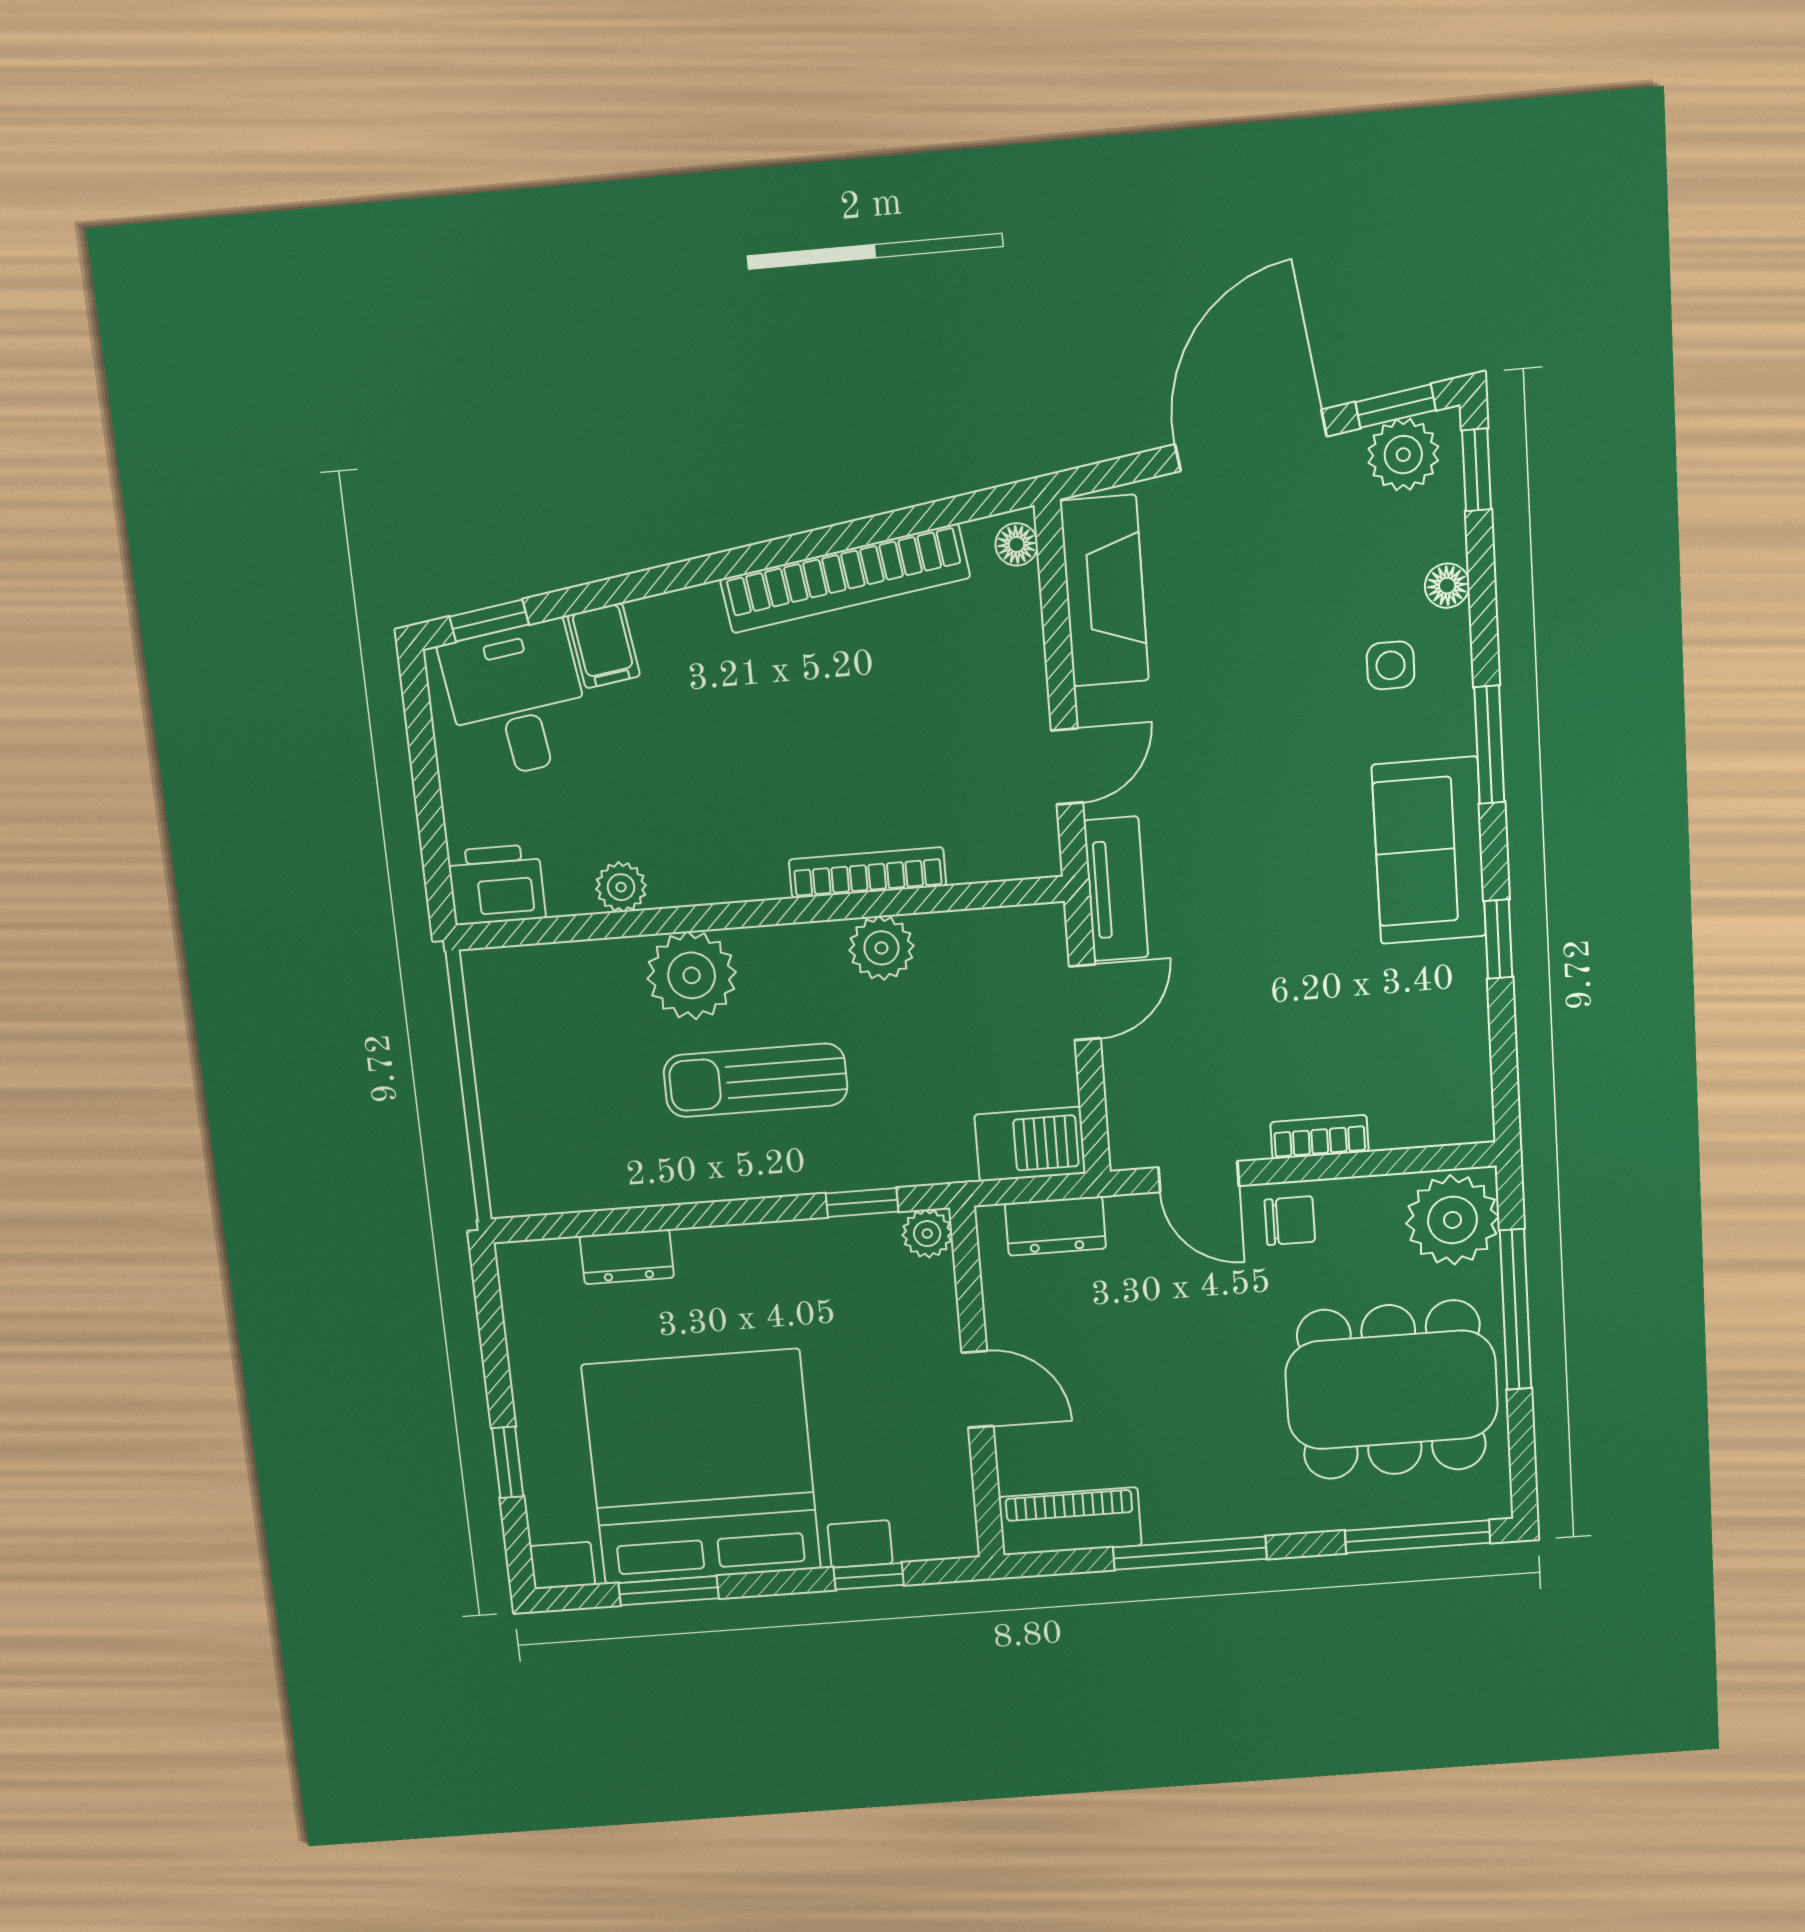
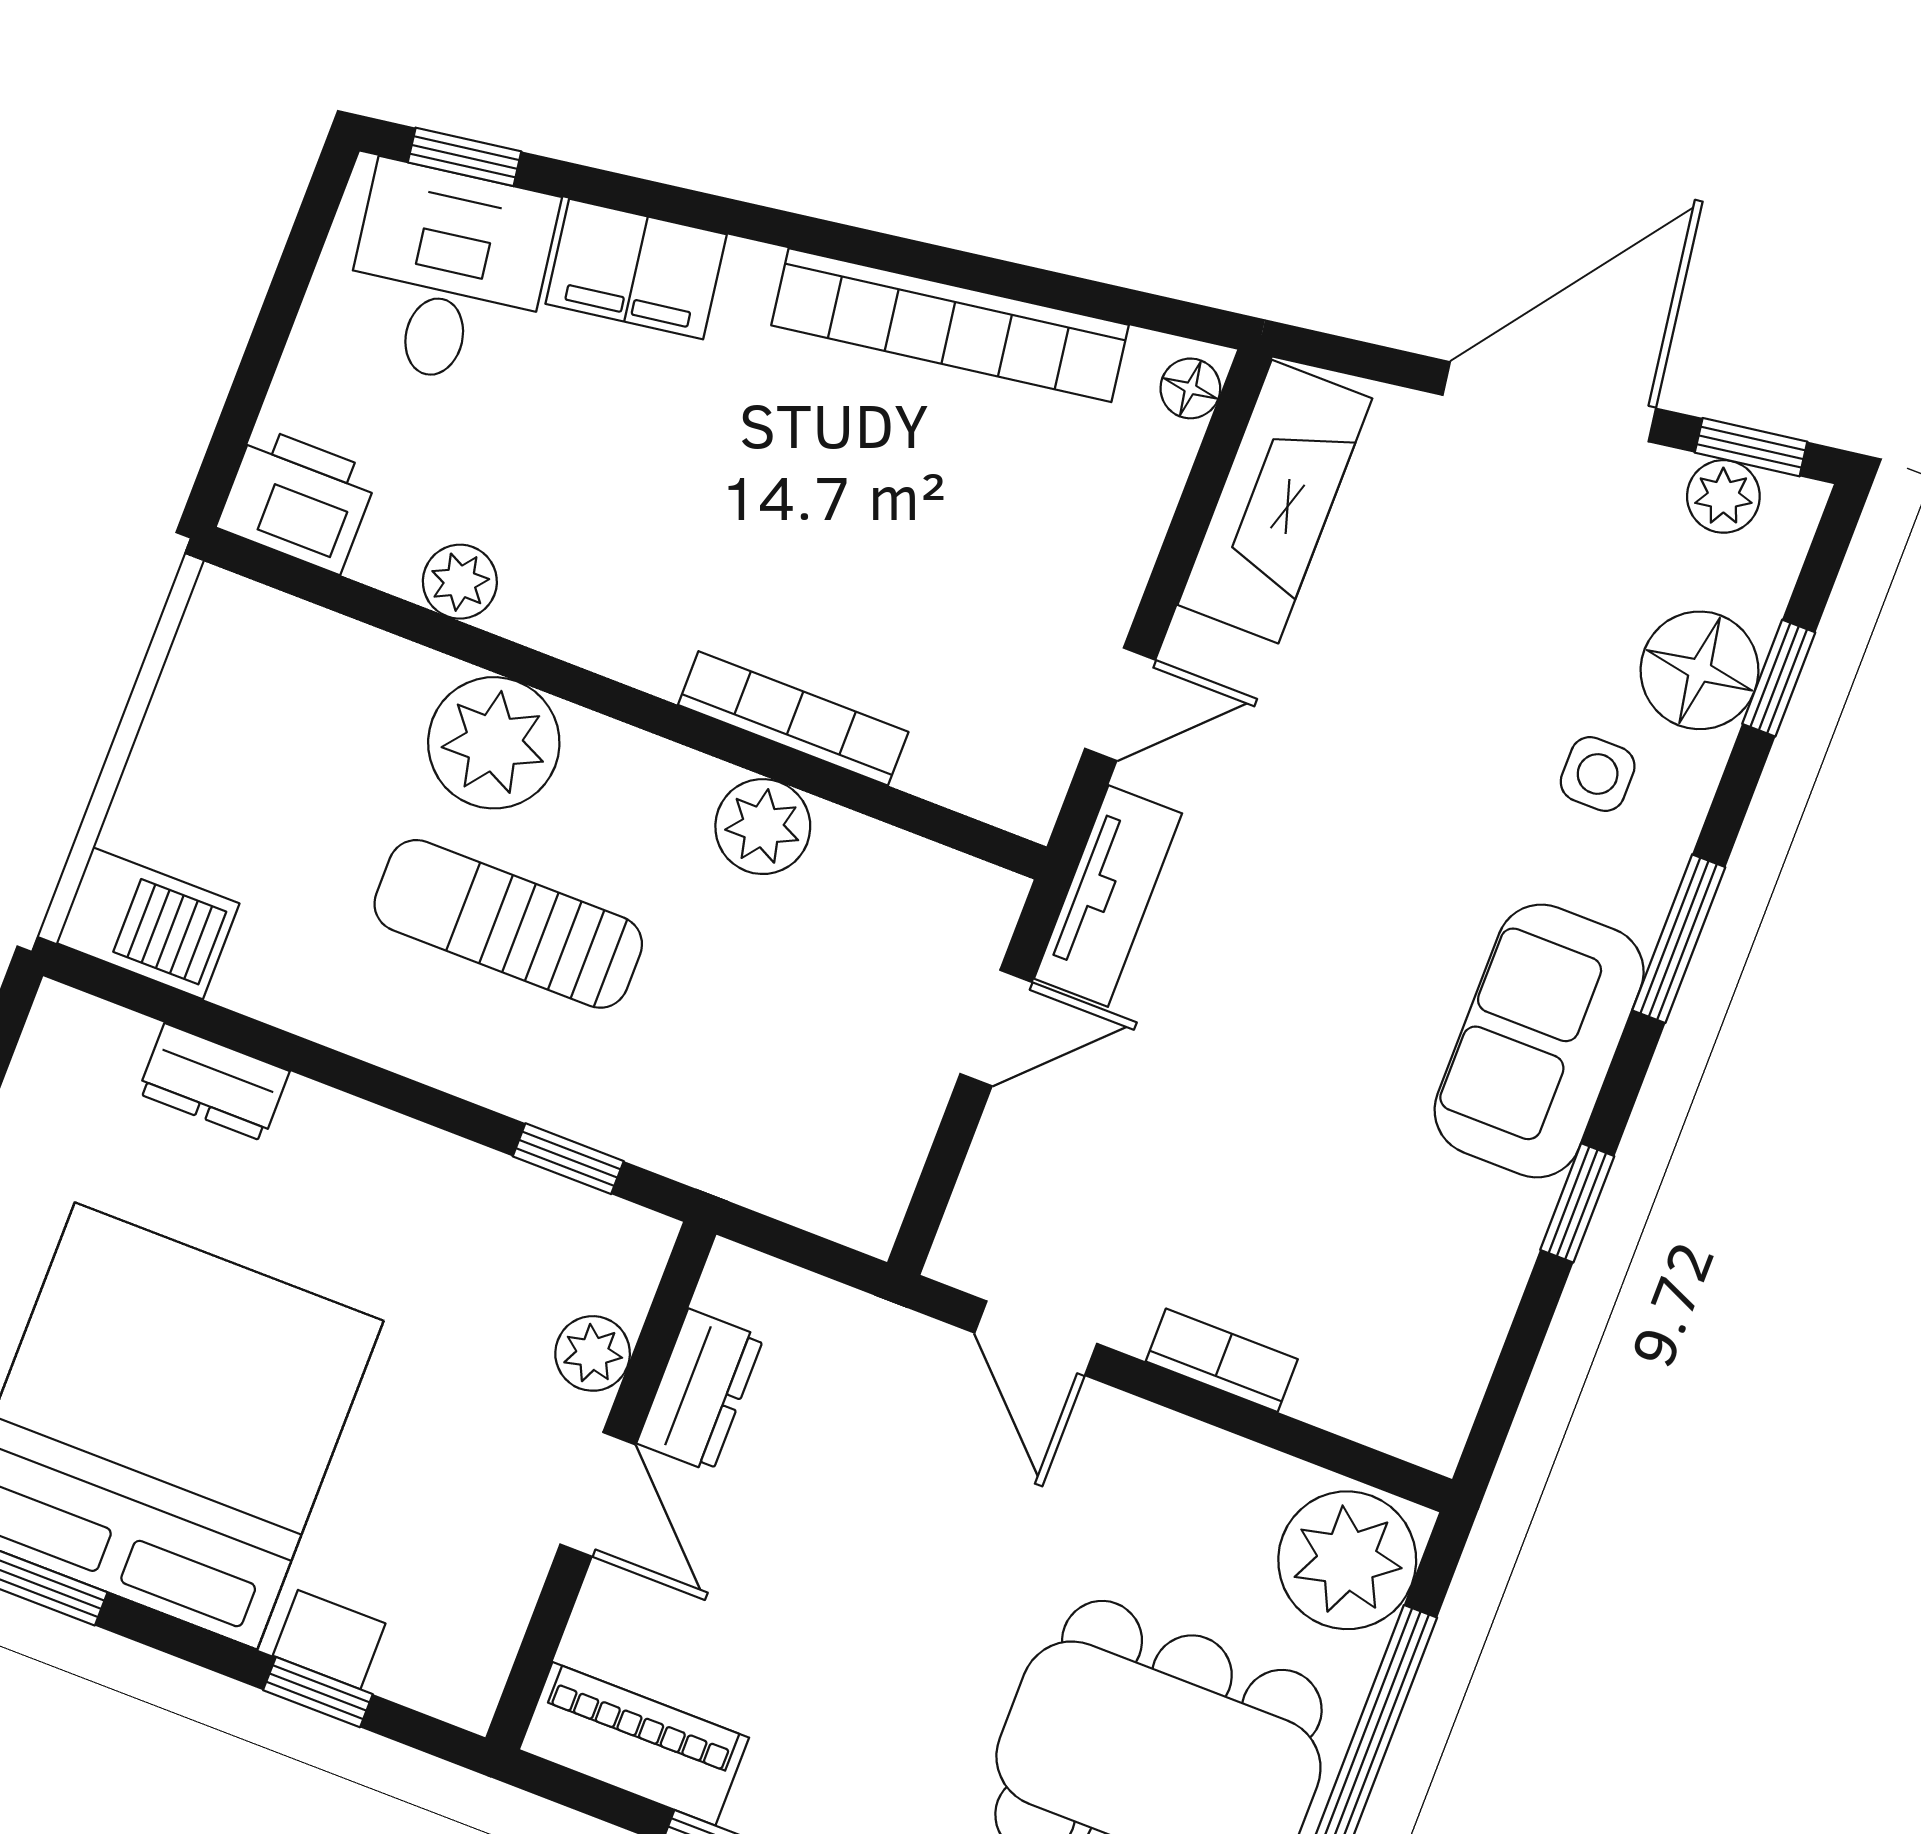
plant: (1403, 455) -> (1723, 496), width x0.73, depth x0.73
window: (1477, 470) -> (1779, 678), moved
floor lamp: (1447, 586) -> (1700, 670), width x1.89, depth x1.89
filing cabinet: (604, 646) -> (636, 269), width x2.00
barbecue: (1030, 1144) -> (148, 923), moved
chair: (1290, 1221) -> (1130, 1458), removed
dresser: (1055, 1226) -> (700, 1390), moved, turned -90
plant: (927, 1234) -> (593, 1353), moved

